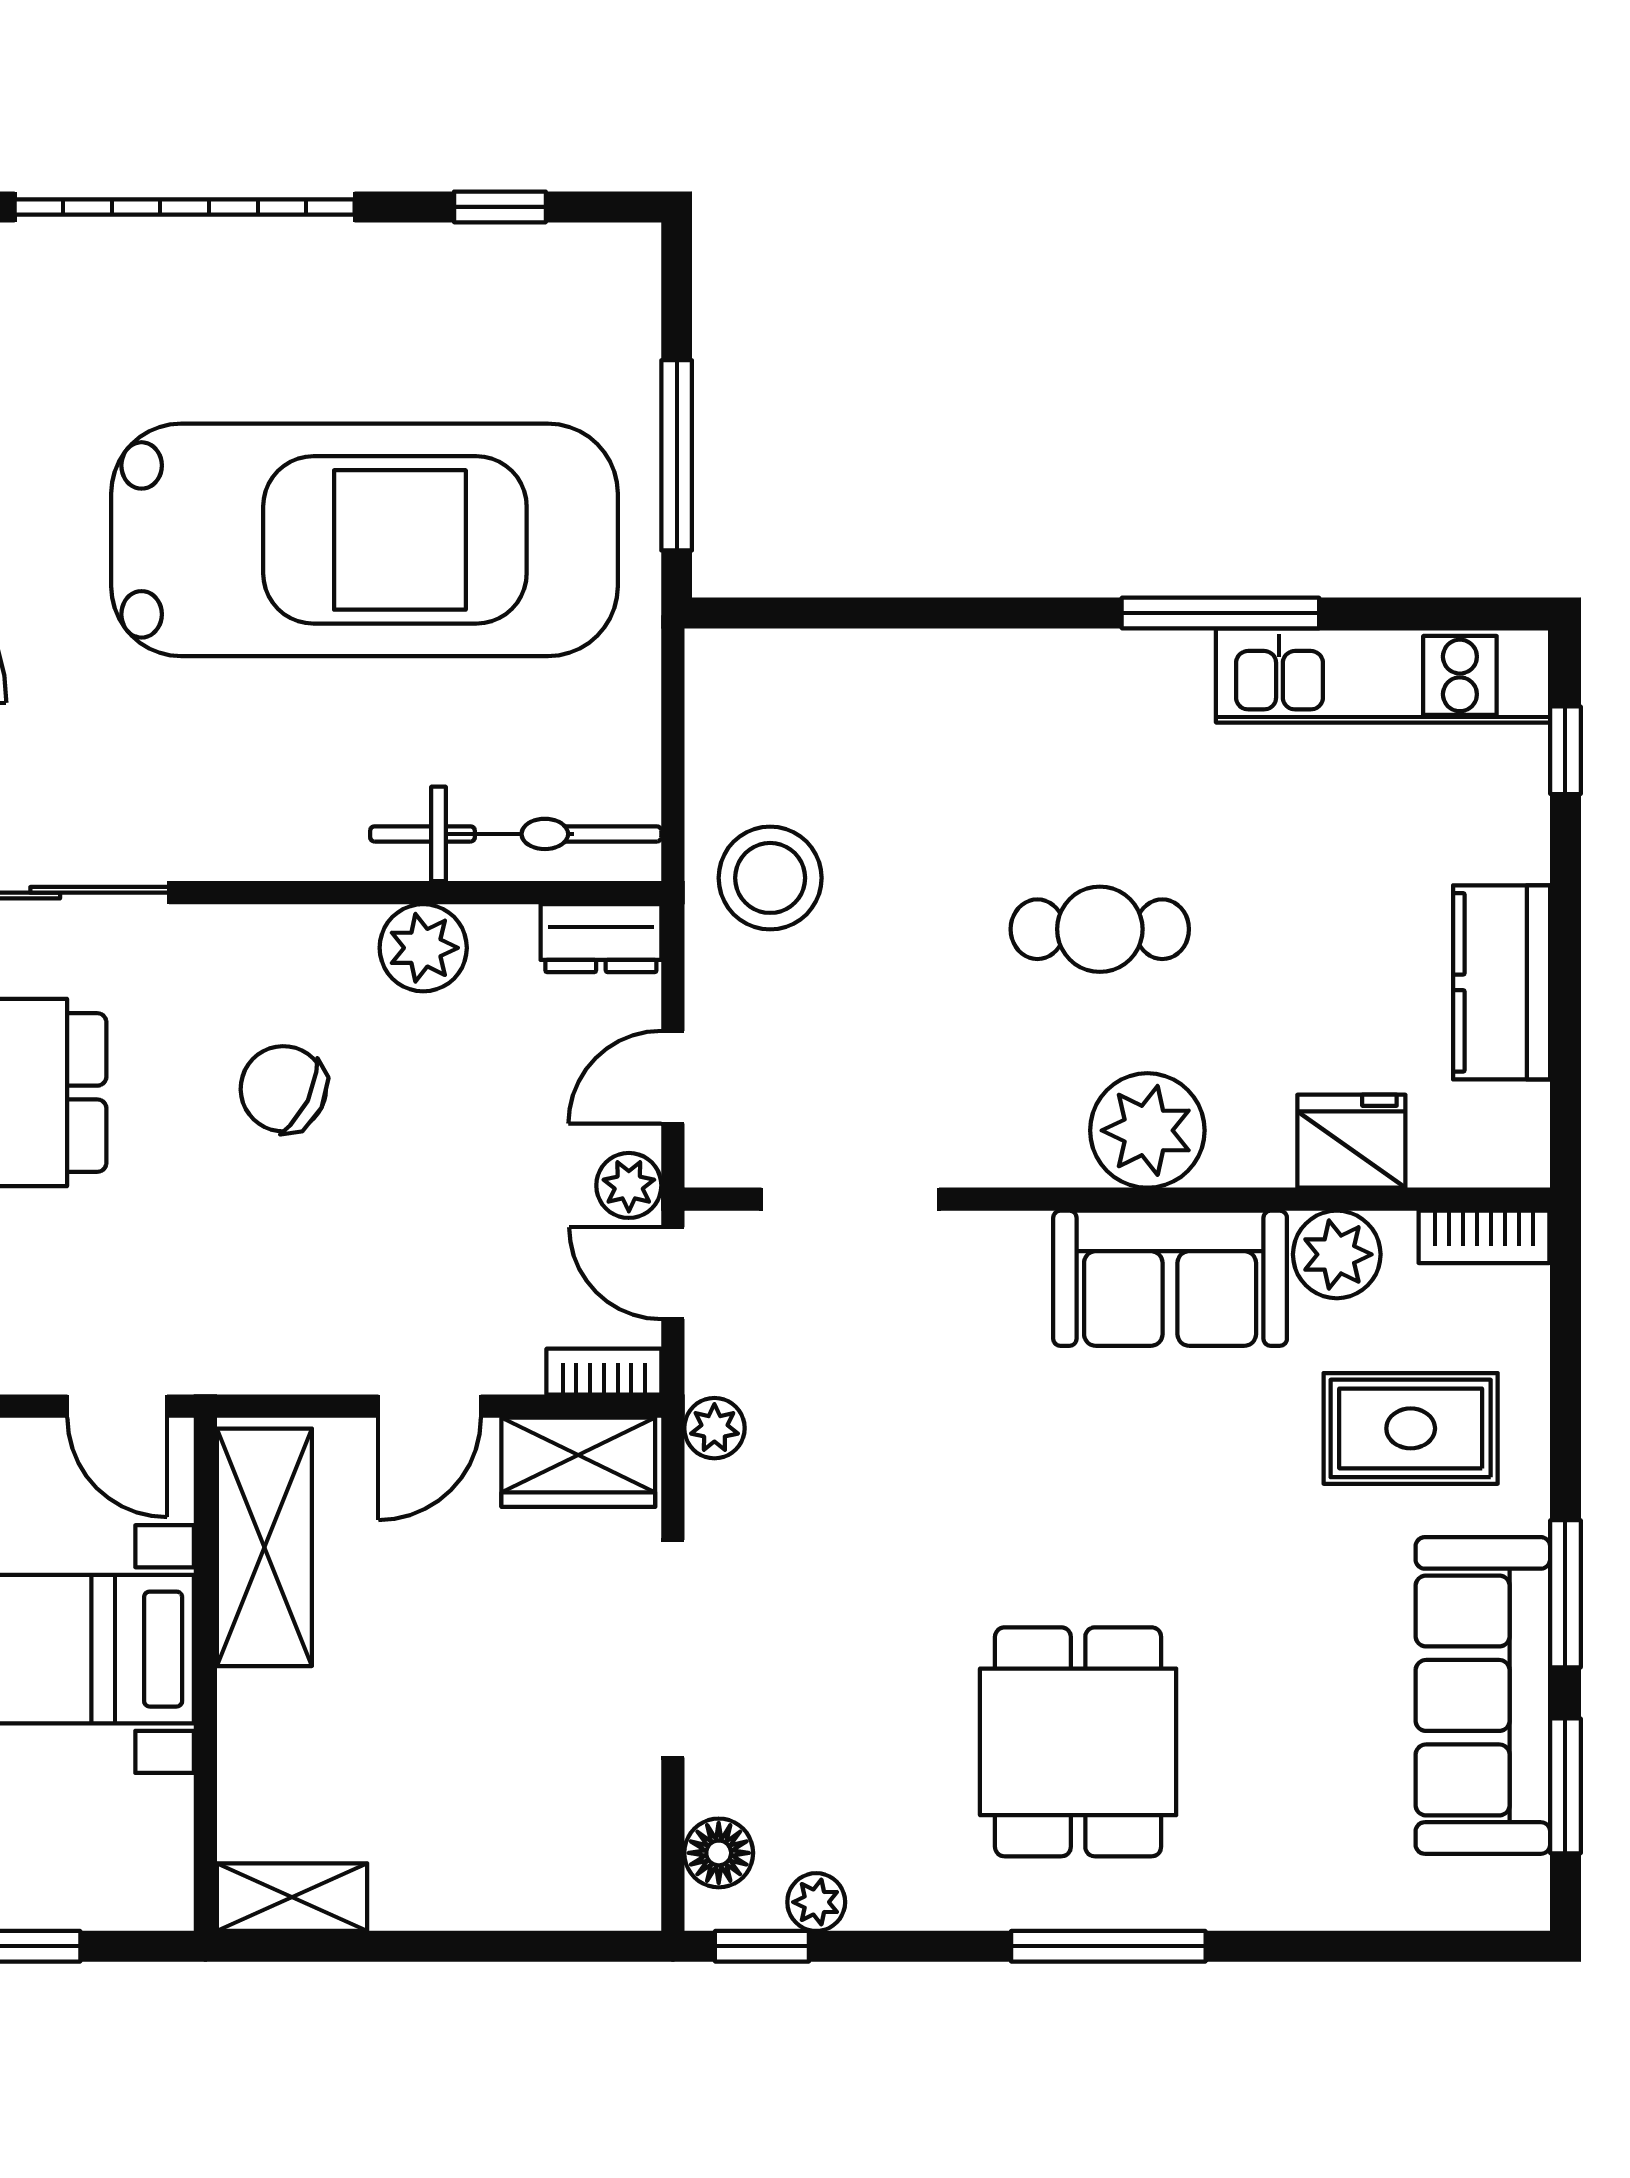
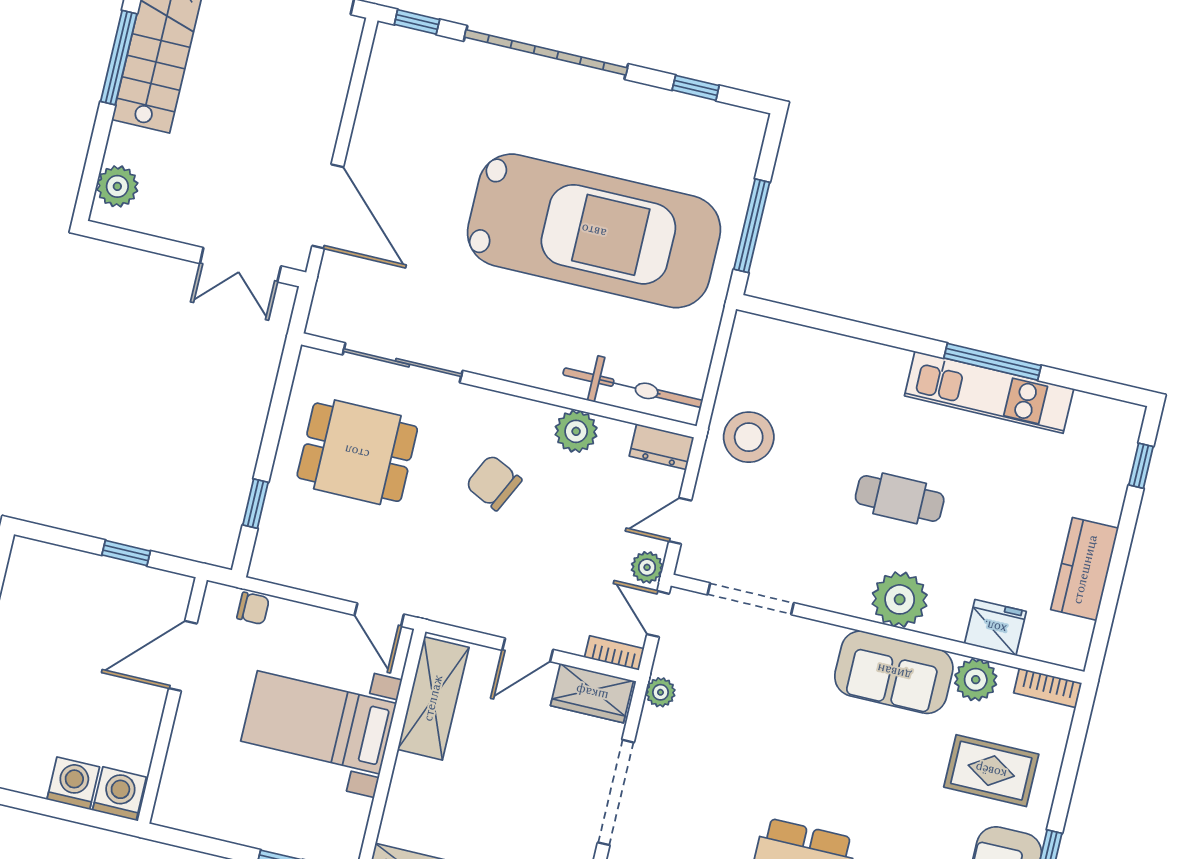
kitchen unit: (1383, 675) -> (989, 392), moved

